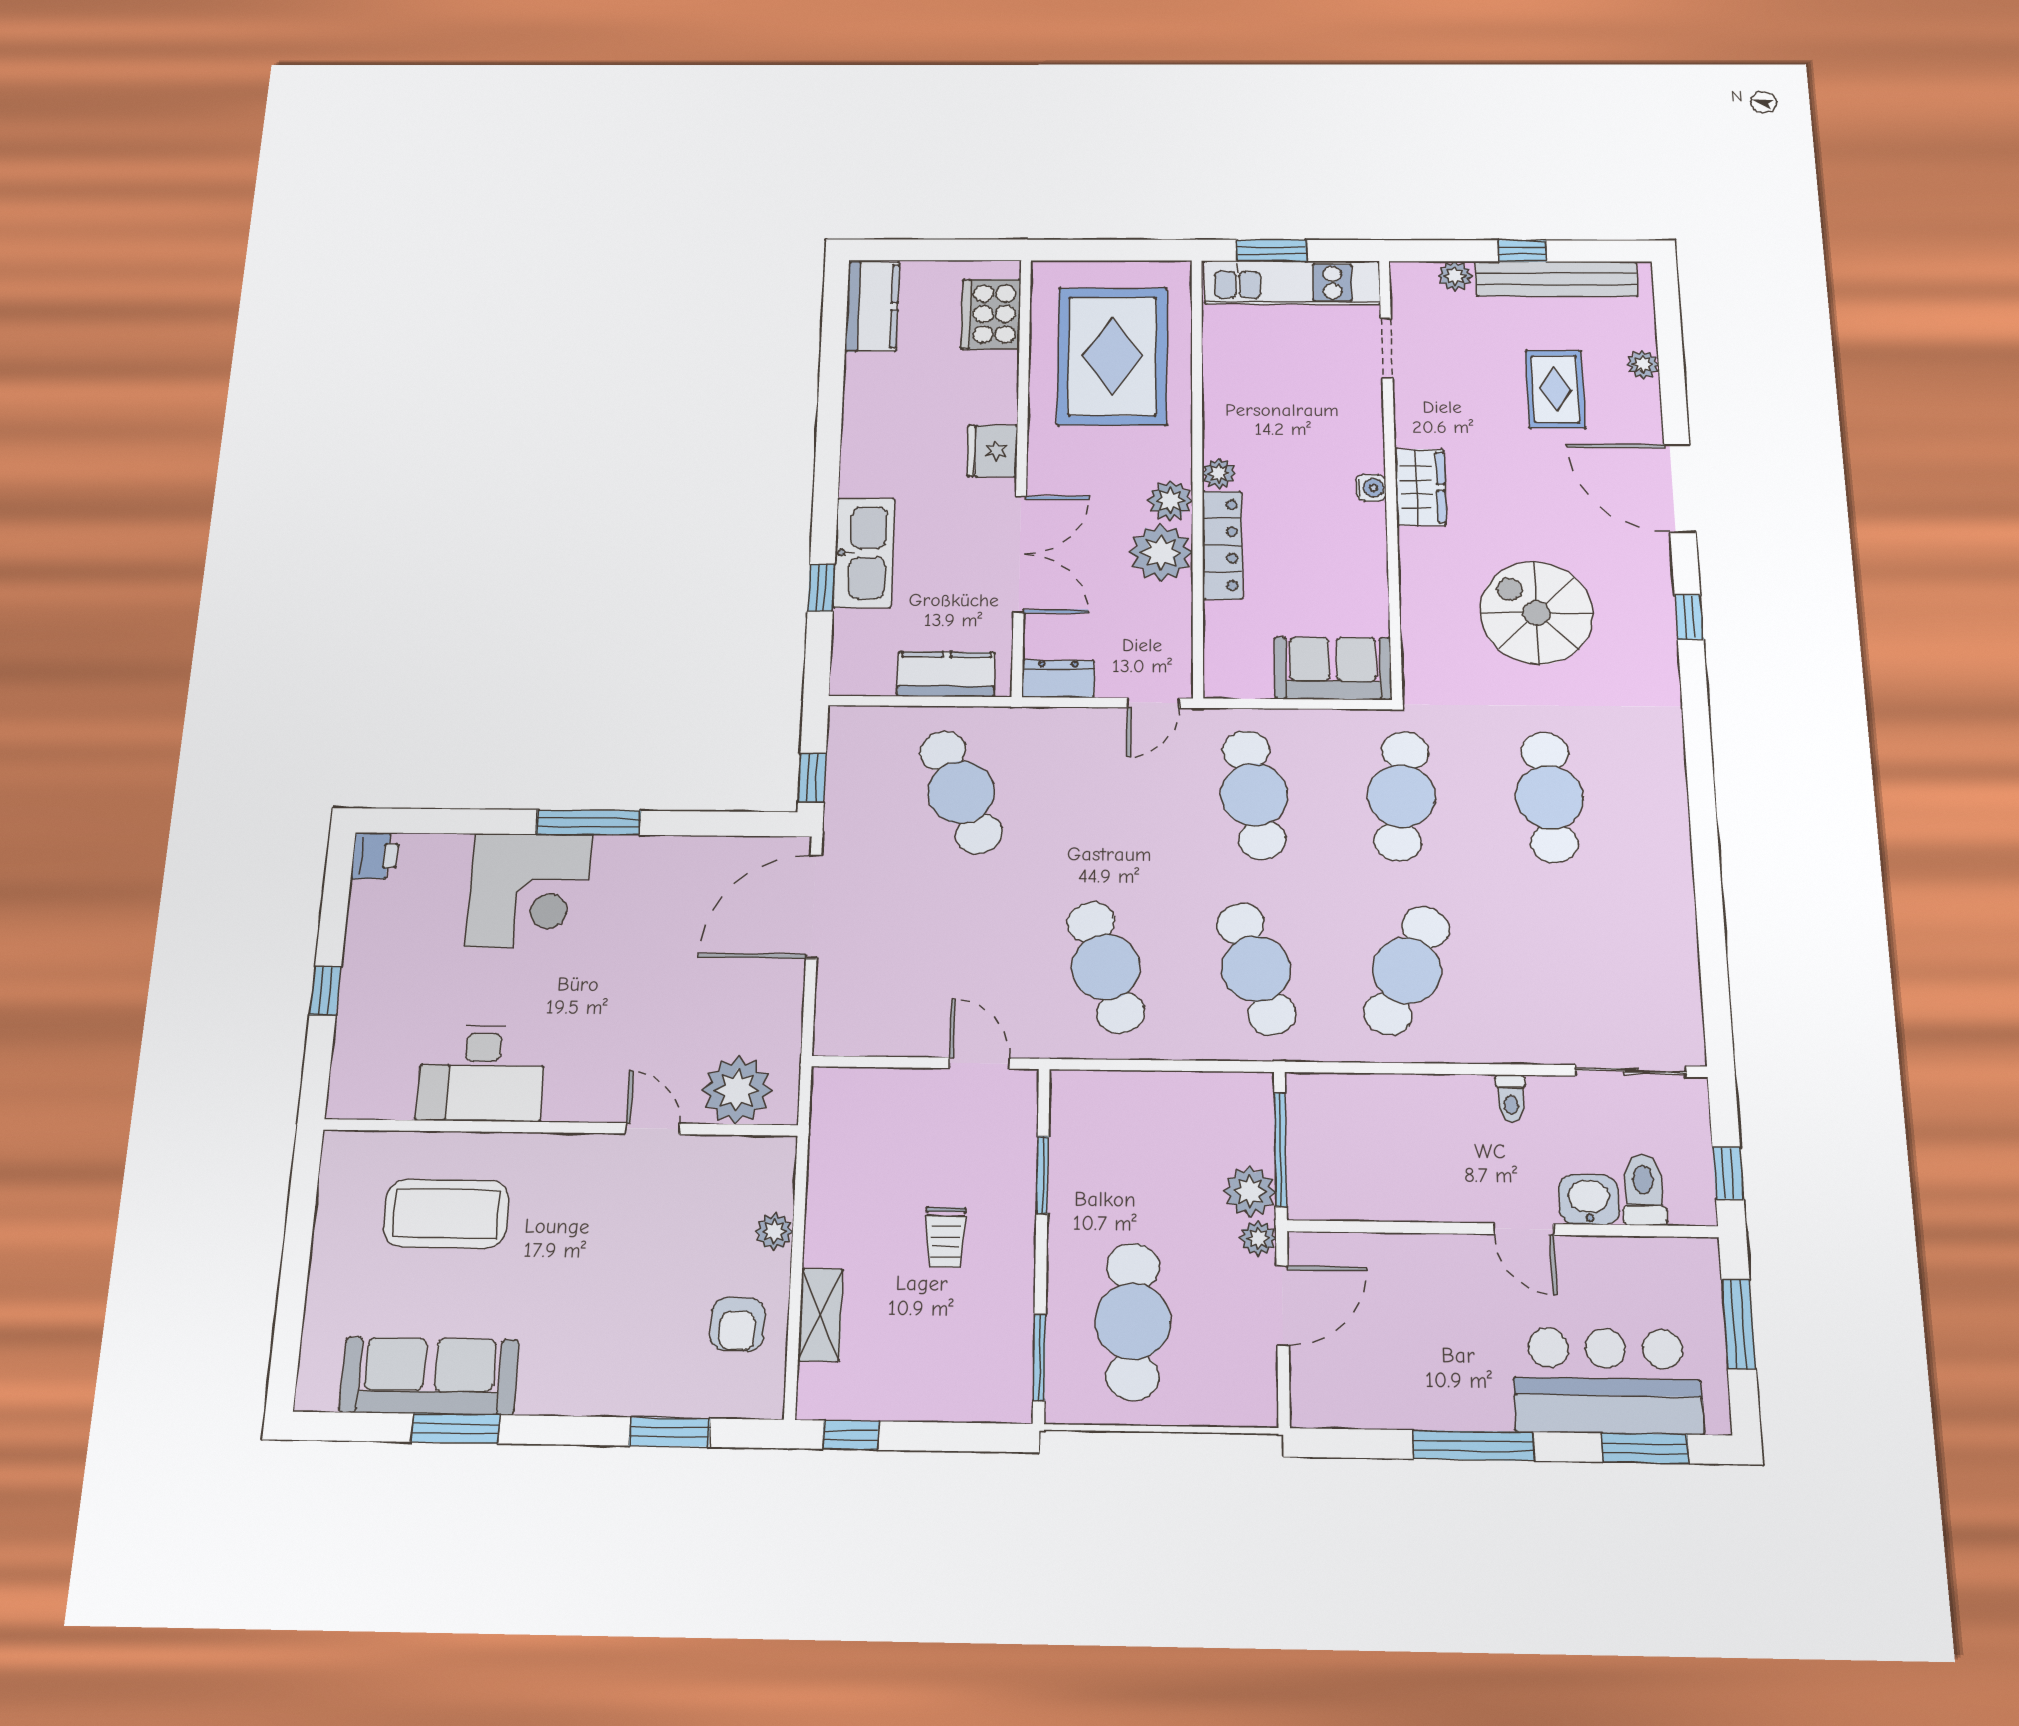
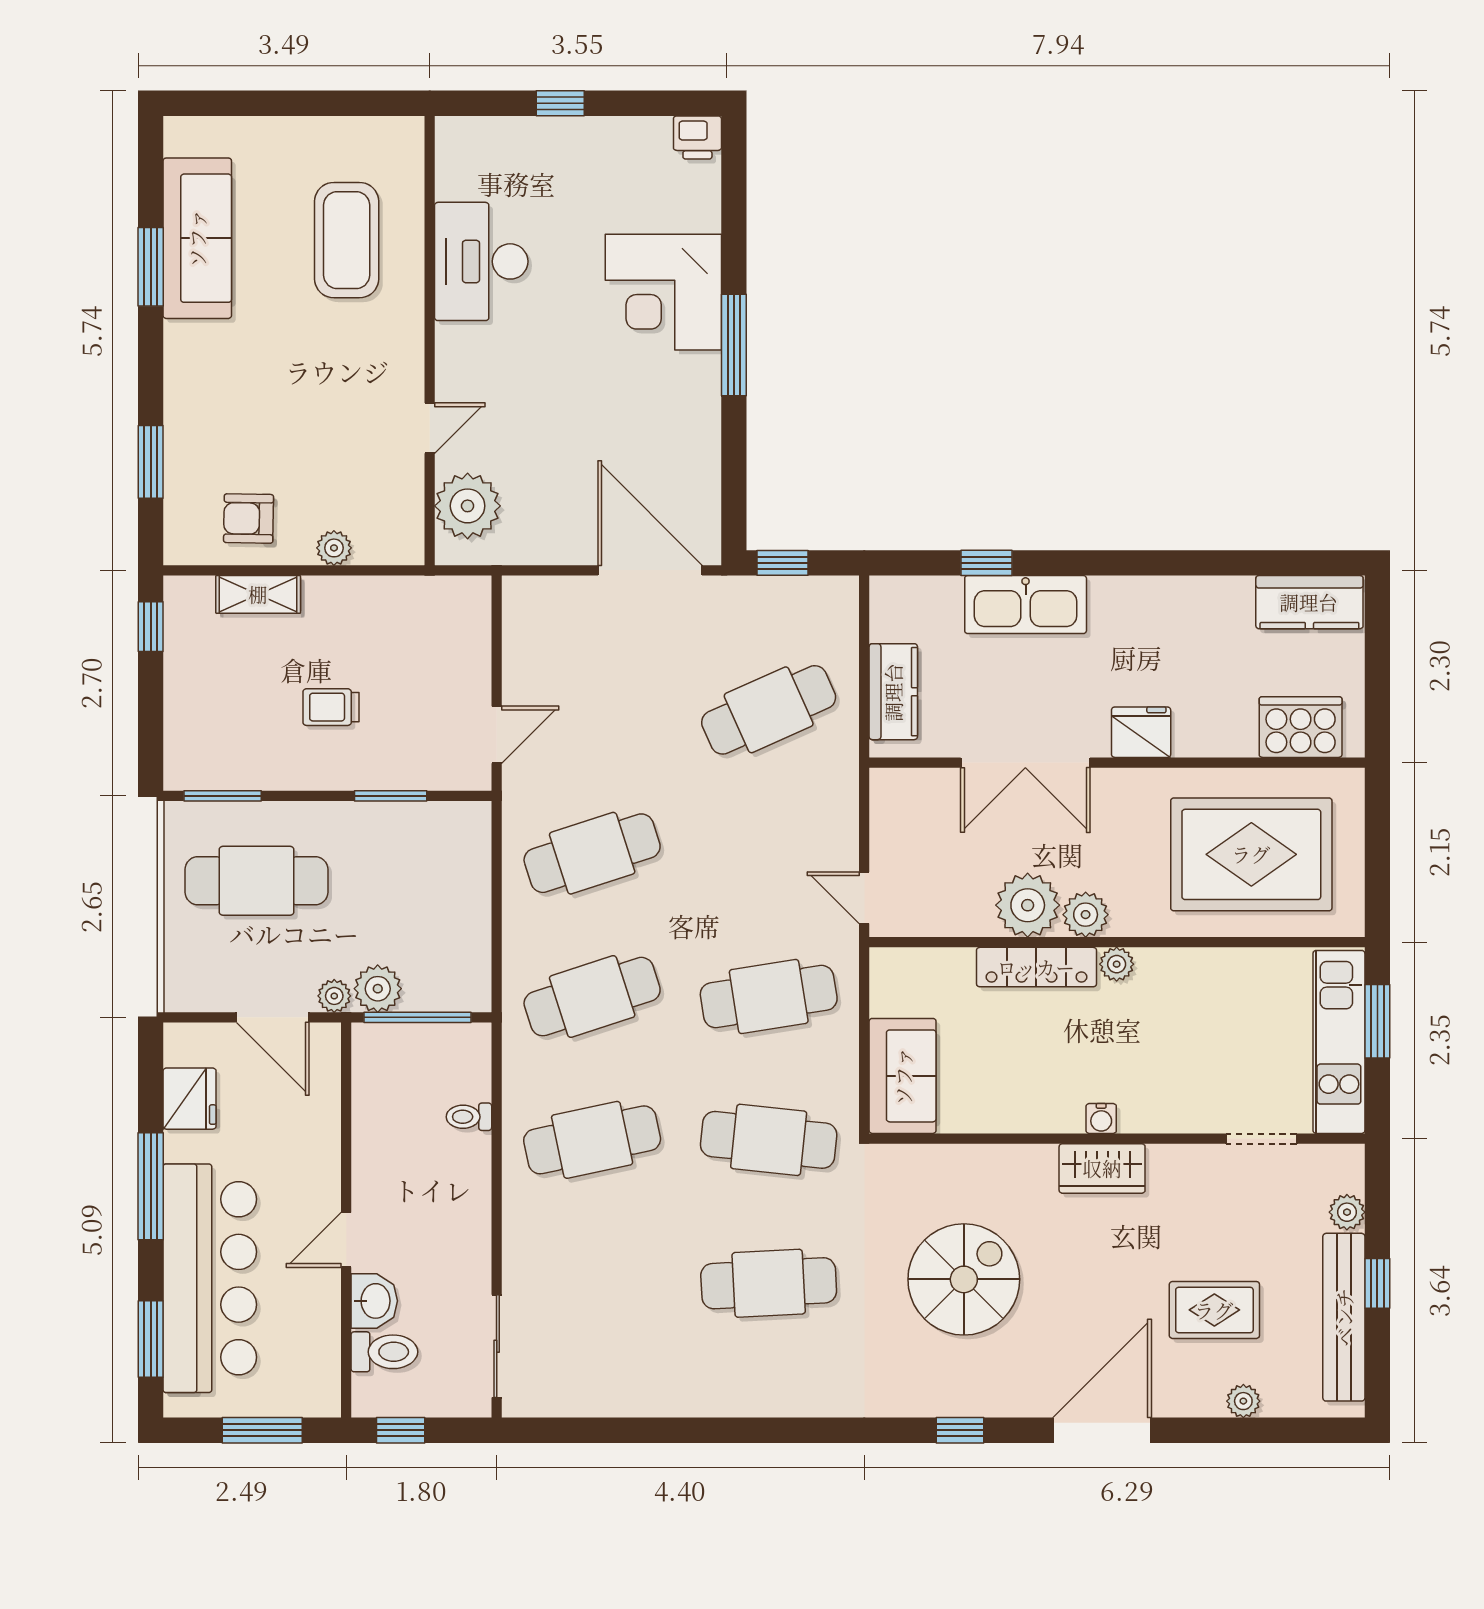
dresser: (1058, 679) -> (889, 803), removed
cafe table: (1407, 970) -> (592, 1140), turned -36
toilet: (1511, 1098) -> (469, 1117), moved
bar counter: (1607, 1381) -> (210, 1278), width x1.36
fridge: (1374, 1400) -> (190, 1099), added

